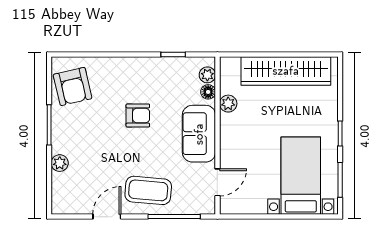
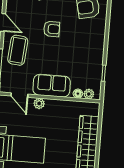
plant: (228, 104) -> (39, 103), moved
armchair: (138, 115) -> (52, 29), moved, turned -90

